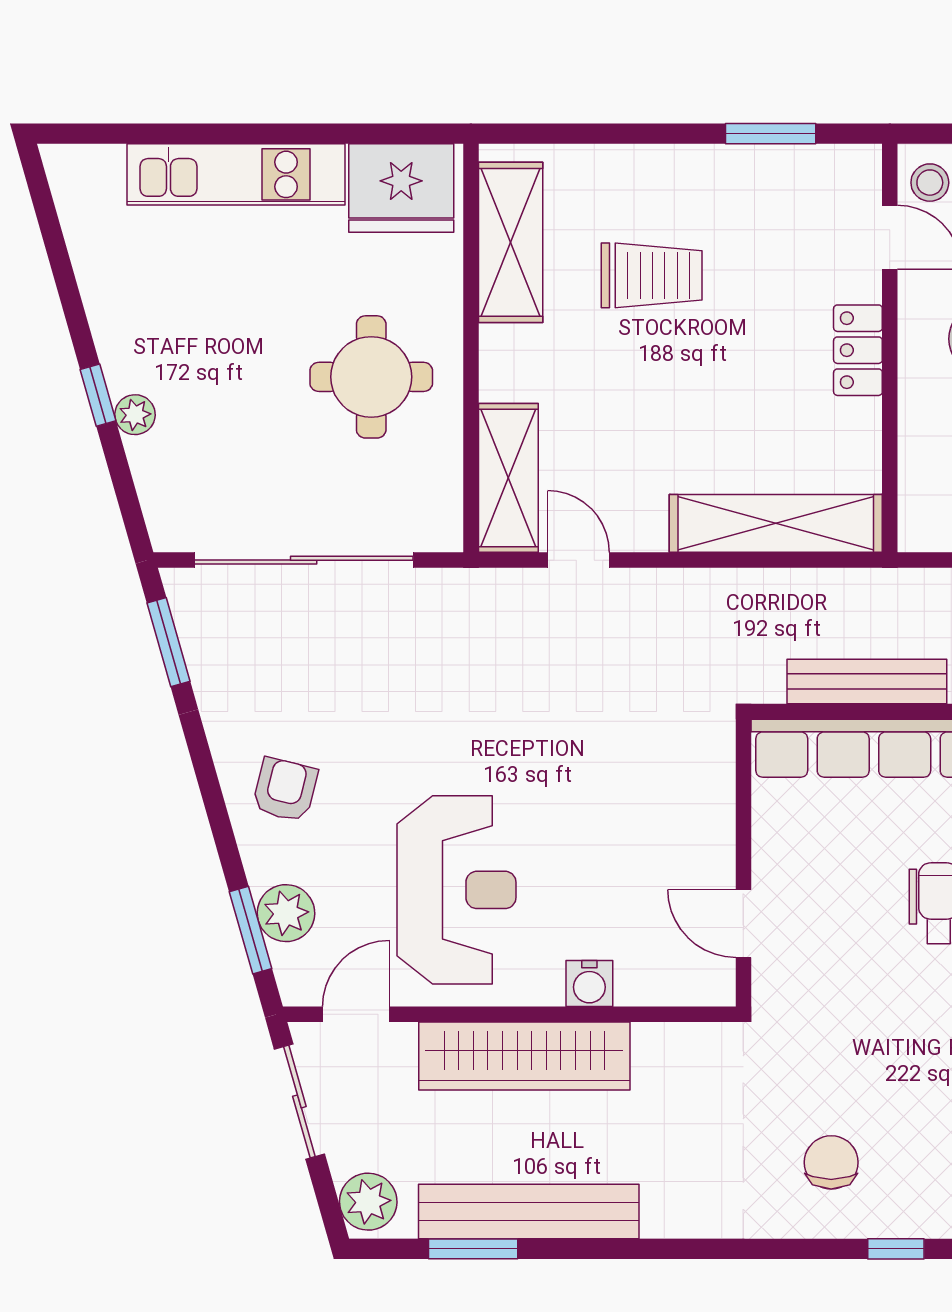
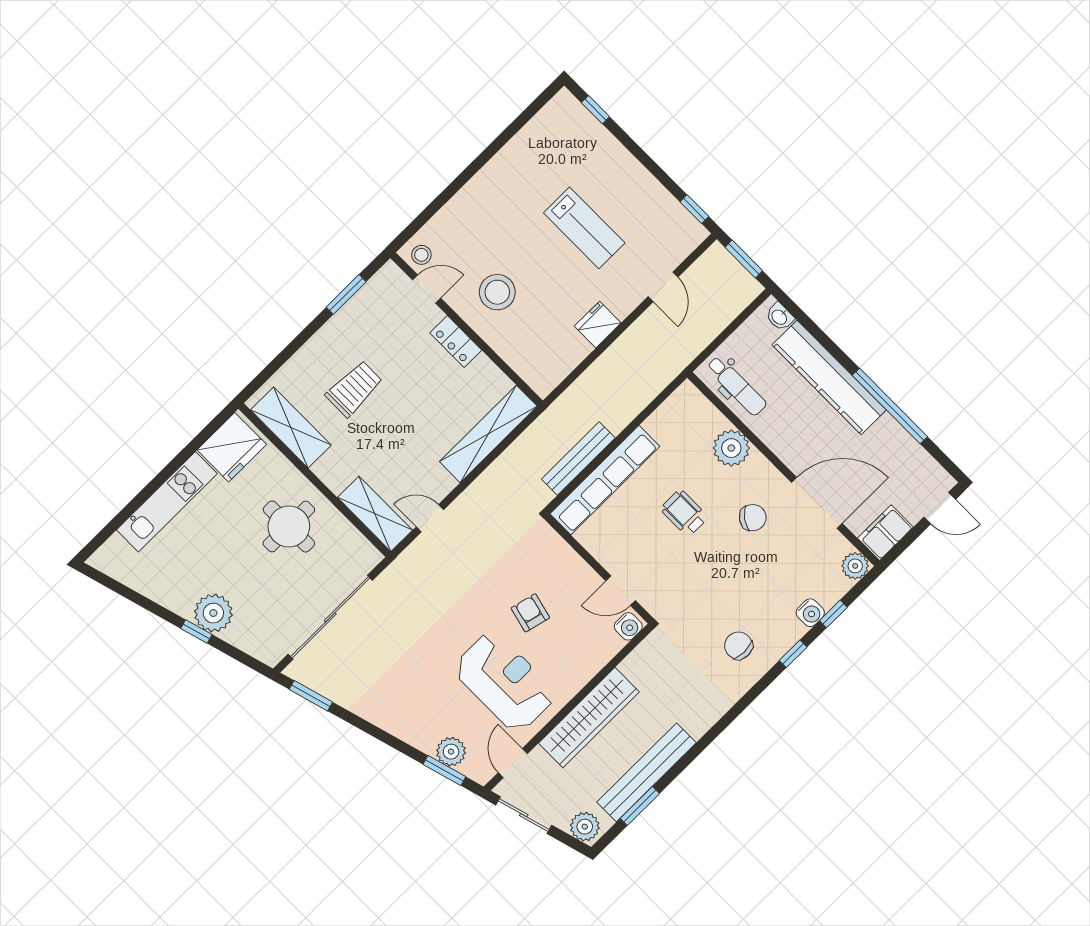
plant: (135, 415) -> (213, 613), width x1.87, depth x1.87
armchair: (285, 790) -> (530, 613), moved
water cooler: (589, 984) -> (628, 626), moved

